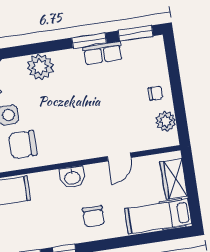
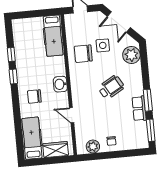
plant: (40, 67) -> (131, 55), moved
wheelchair: (72, 98) -> (111, 87), added
chair: (23, 144) -> (83, 54), turned -90

